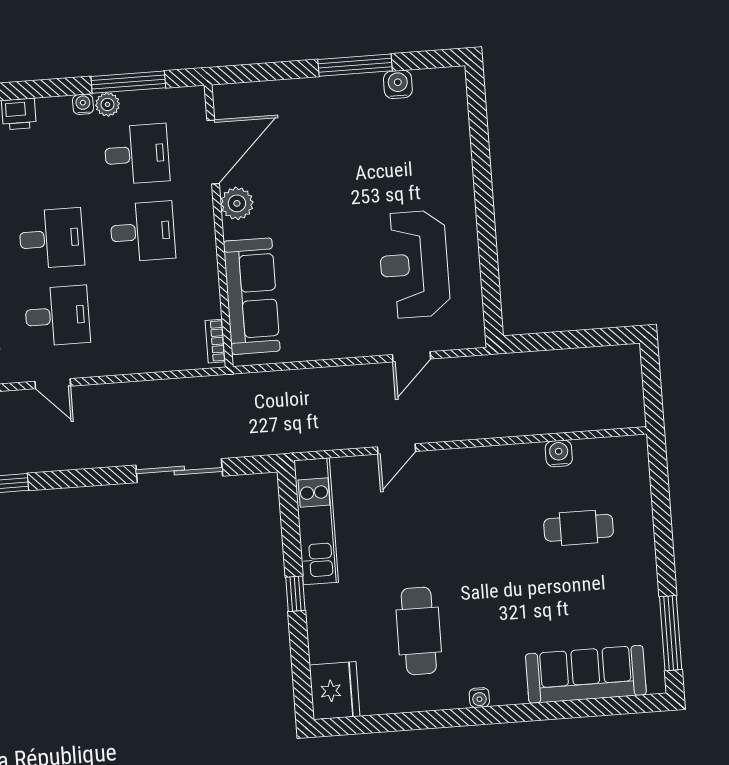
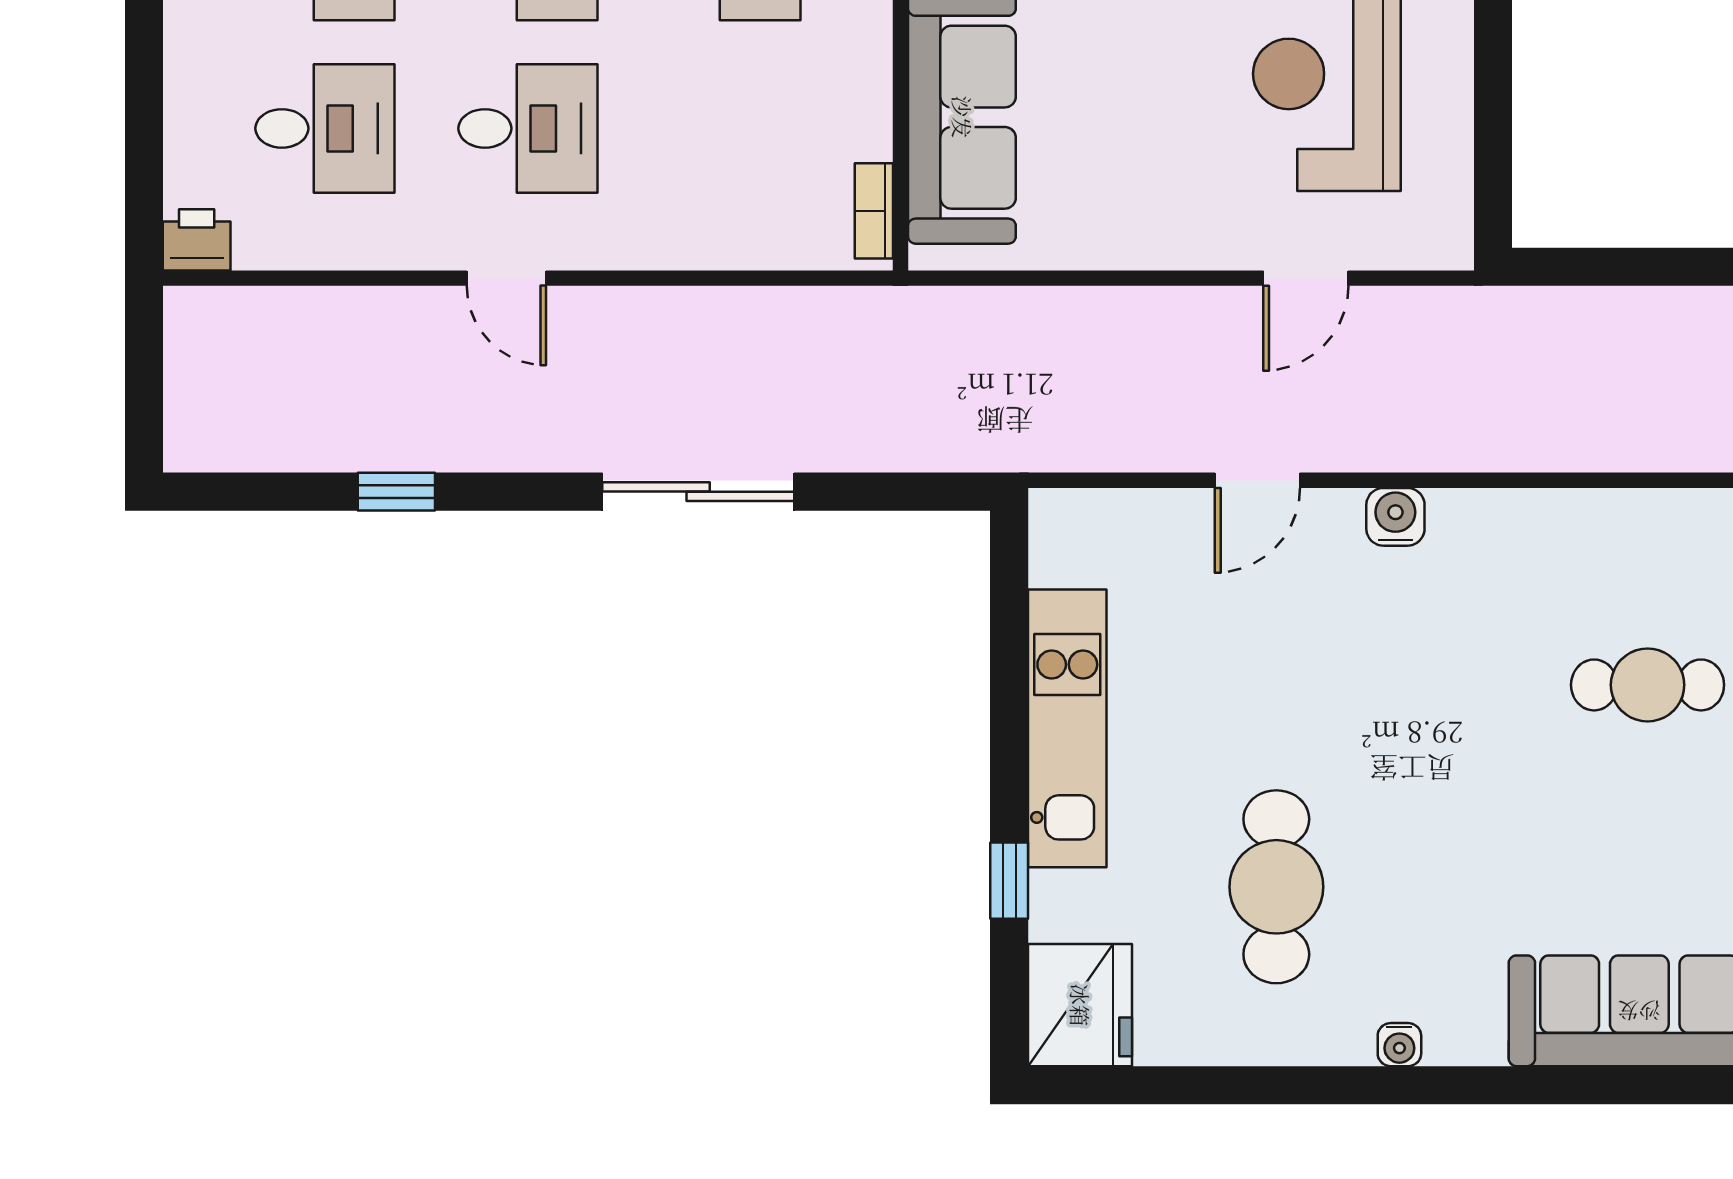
water cooler: (559, 453) -> (1395, 517), moved
sliding door: (179, 471) -> (698, 492), moved
kitchen unit: (316, 521) -> (1067, 728), moved
window: (295, 594) -> (1009, 881), moved

